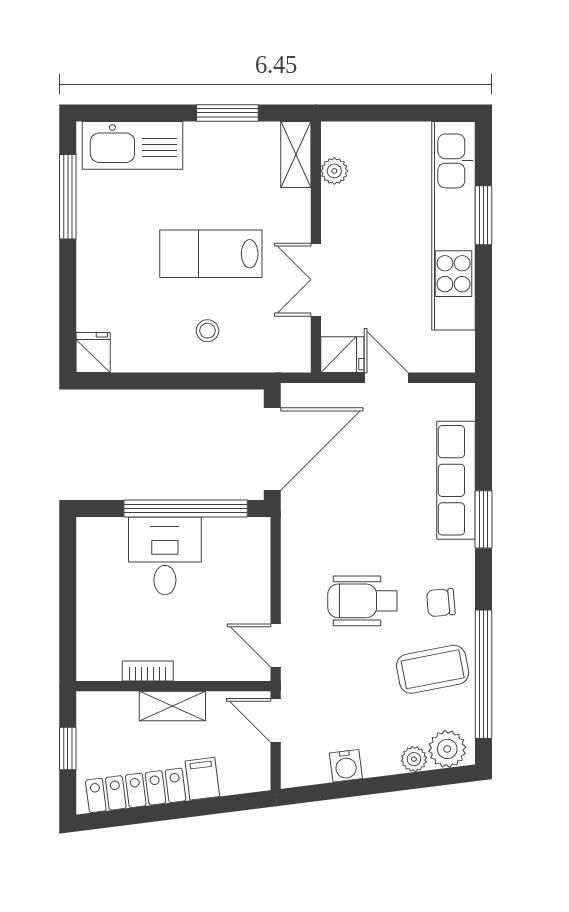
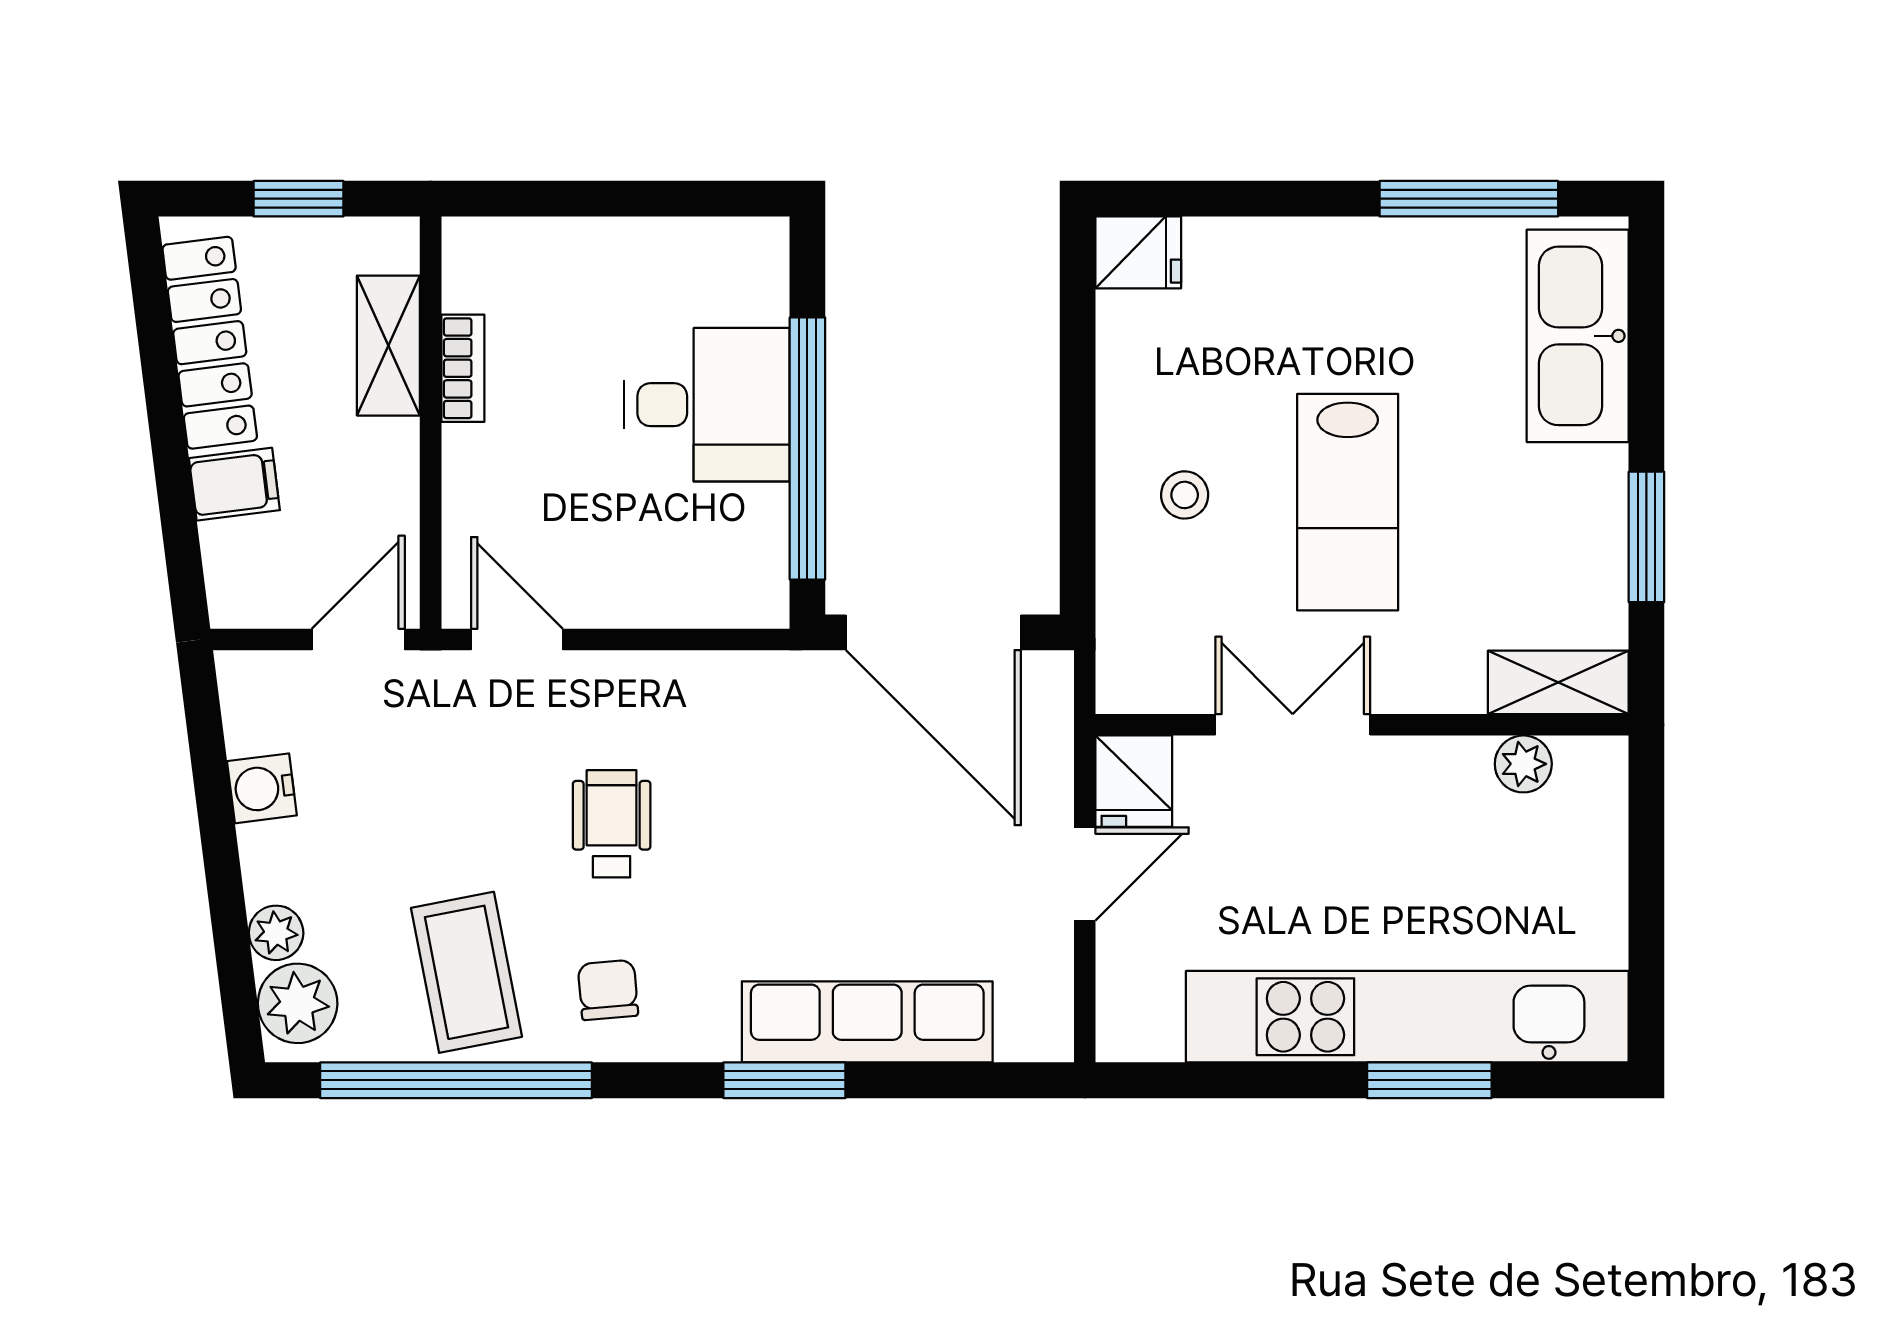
lab bench: (211, 254) -> (1348, 502), turned 180
wheelchair: (363, 601) -> (612, 824), width x0.73, depth x0.73
door: (276, 645) -> (517, 639), hinge flipped
shelving: (172, 706) -> (388, 346), moved

